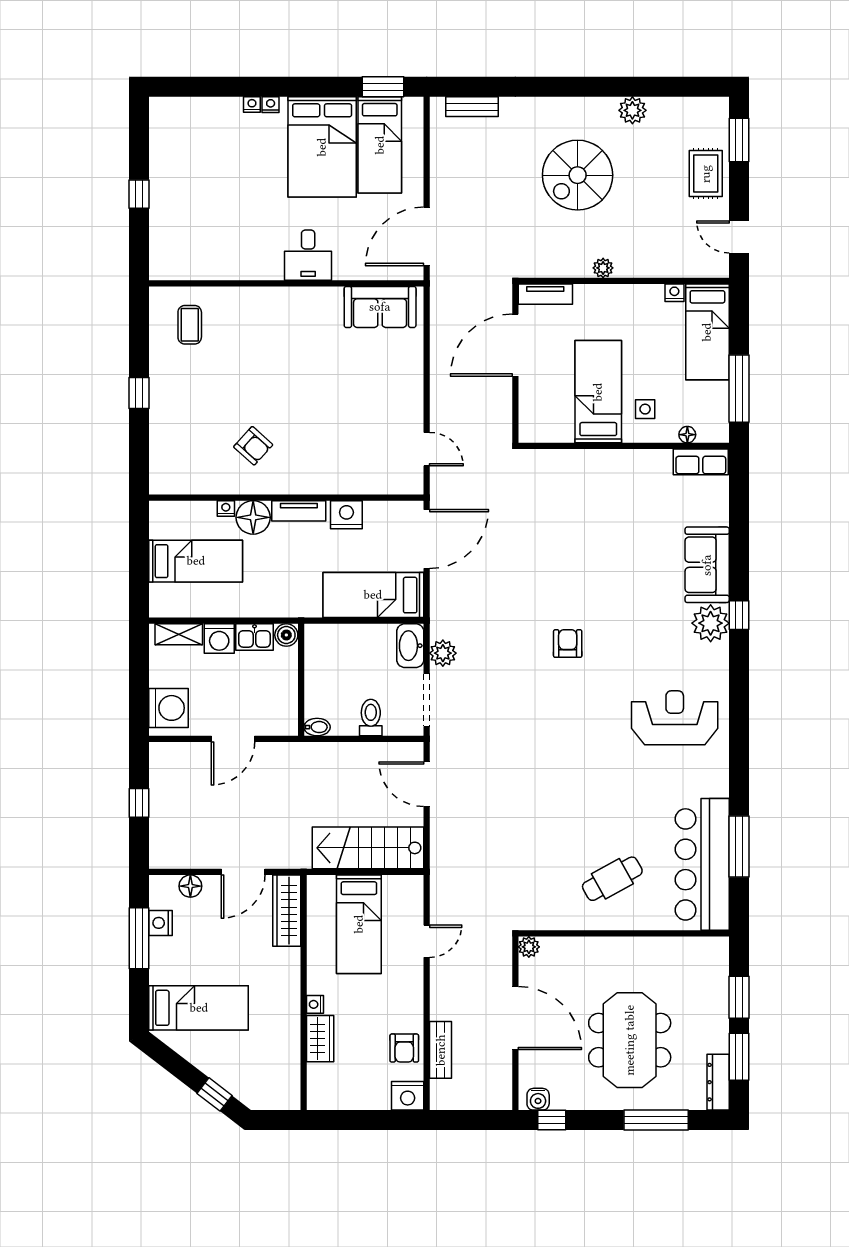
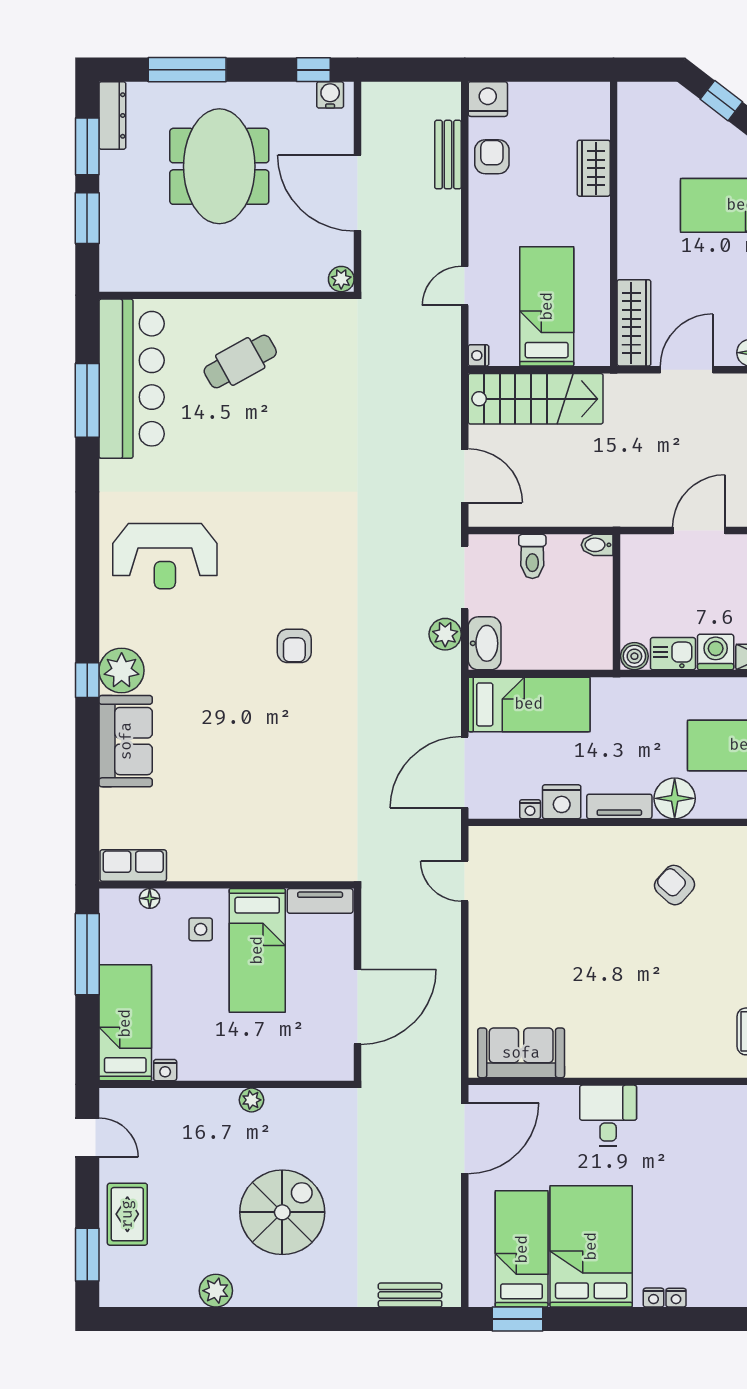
tv unit: (545, 294) -> (320, 901), moved, turned 180
nightstand: (226, 509) -> (530, 809), moved
nightstand: (315, 1004) -> (478, 355), moved, turned 180

